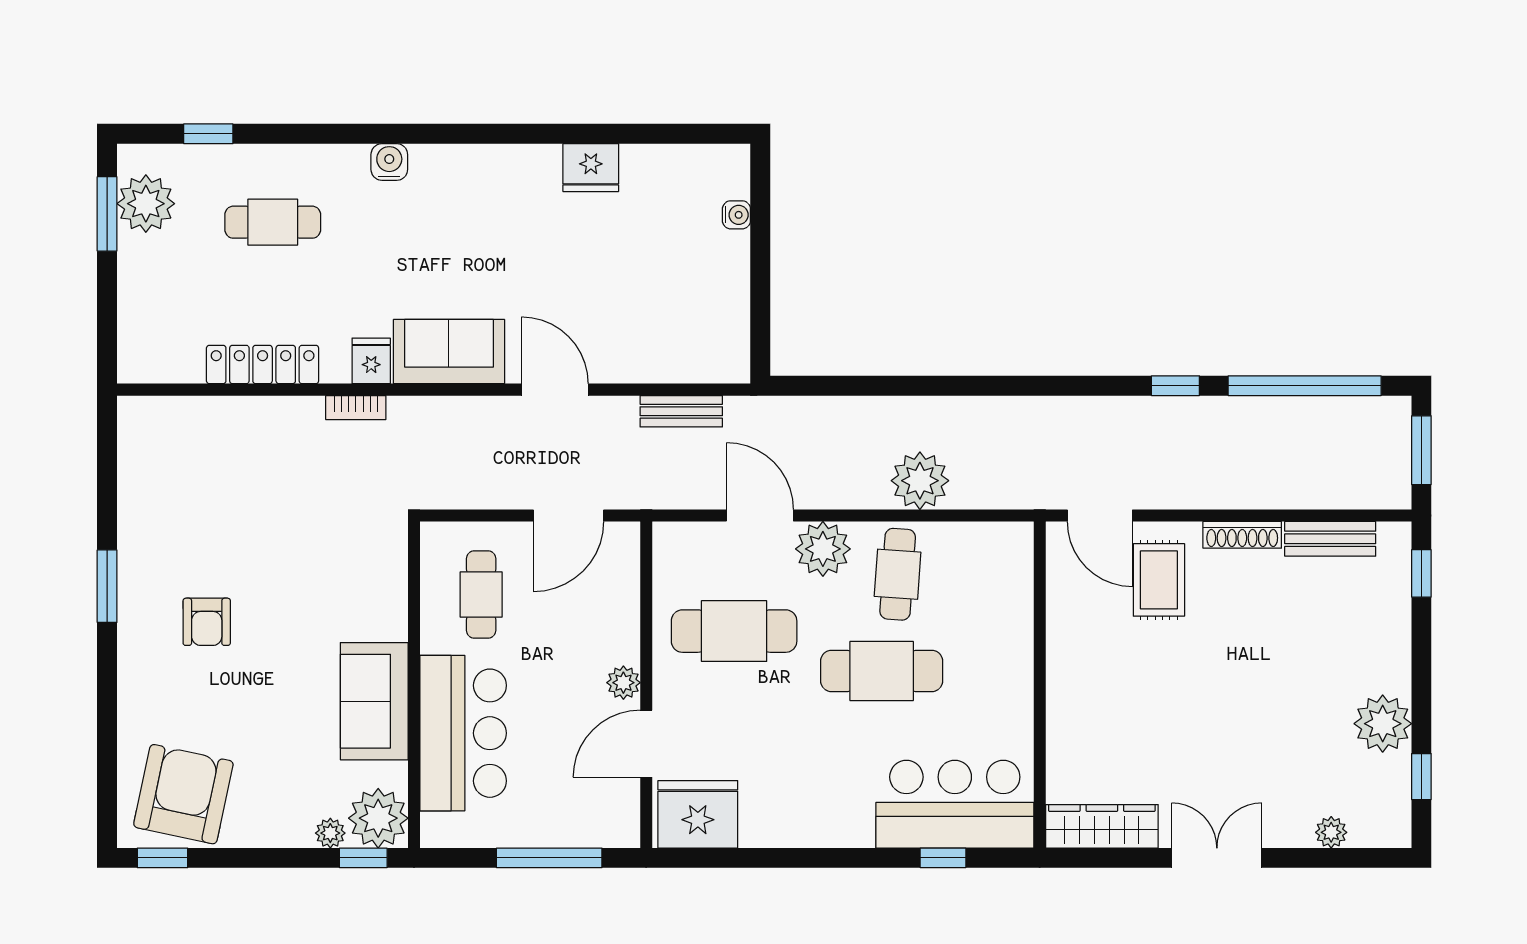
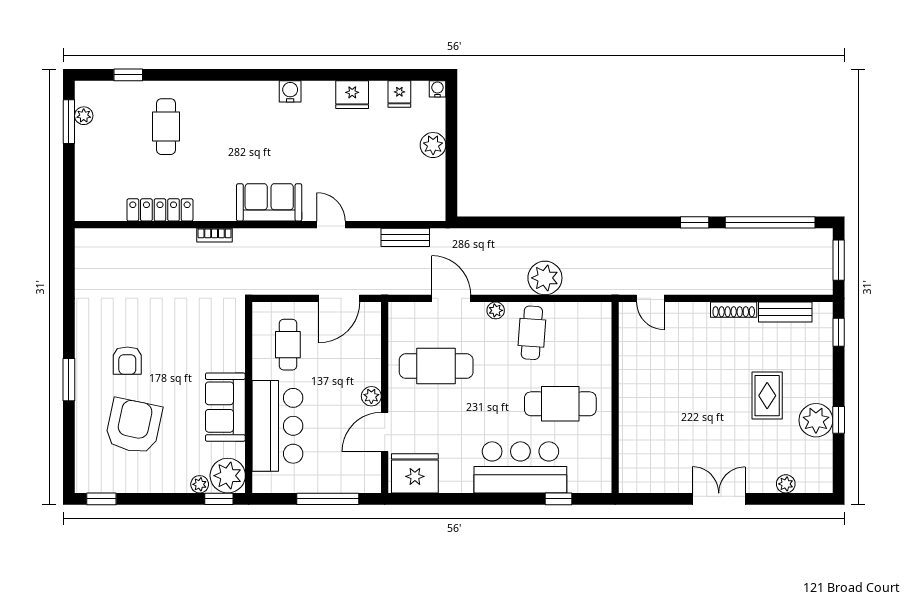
water cooler: (389, 162) -> (290, 91), moved
plant: (146, 204) -> (84, 116), width x0.53, depth x0.53
water cooler: (736, 215) -> (437, 89), moved, turned -90
cafe table: (273, 222) -> (166, 127), turned 90
plant: (729, 254) -> (433, 145), added
fridge: (371, 361) -> (399, 94), moved, turned 180
door: (555, 390) -> (331, 225), width x0.73
door: (1100, 516) -> (650, 298), width x0.73
plant: (823, 549) -> (496, 310), width x0.53, depth x0.53
rug: (1159, 580) -> (767, 396), moved
window: (107, 586) -> (69, 380), moved
cafe table: (882, 671) -> (560, 404), moved
window: (1421, 777) -> (839, 420), moved
armchair: (183, 794) -> (134, 426), moved
bar counter: (955, 804) -> (520, 467), moved
wardrobe: (1102, 826) -> (651, 480), removed

